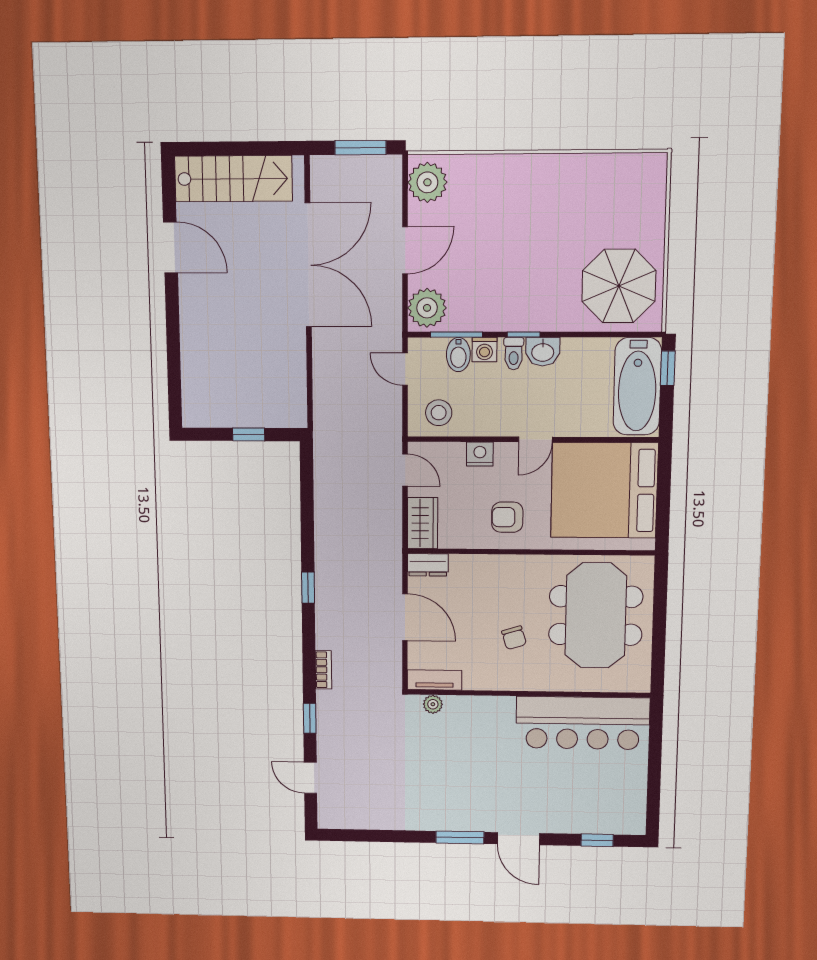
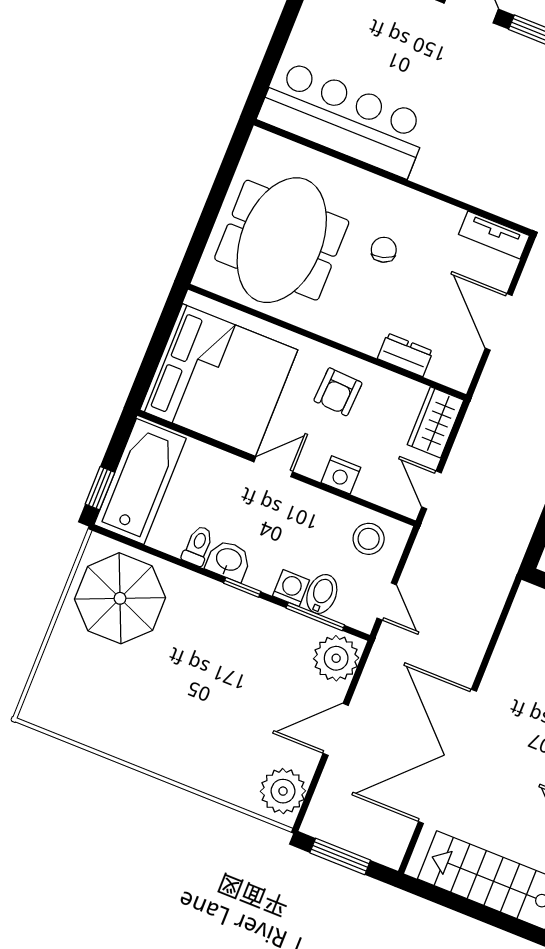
toilet: (514, 354) -> (198, 546), moved
armchair: (507, 517) -> (338, 392), turned 93
dresser: (428, 565) -> (405, 355), moved
plant: (433, 704) -> (507, 207), removed

